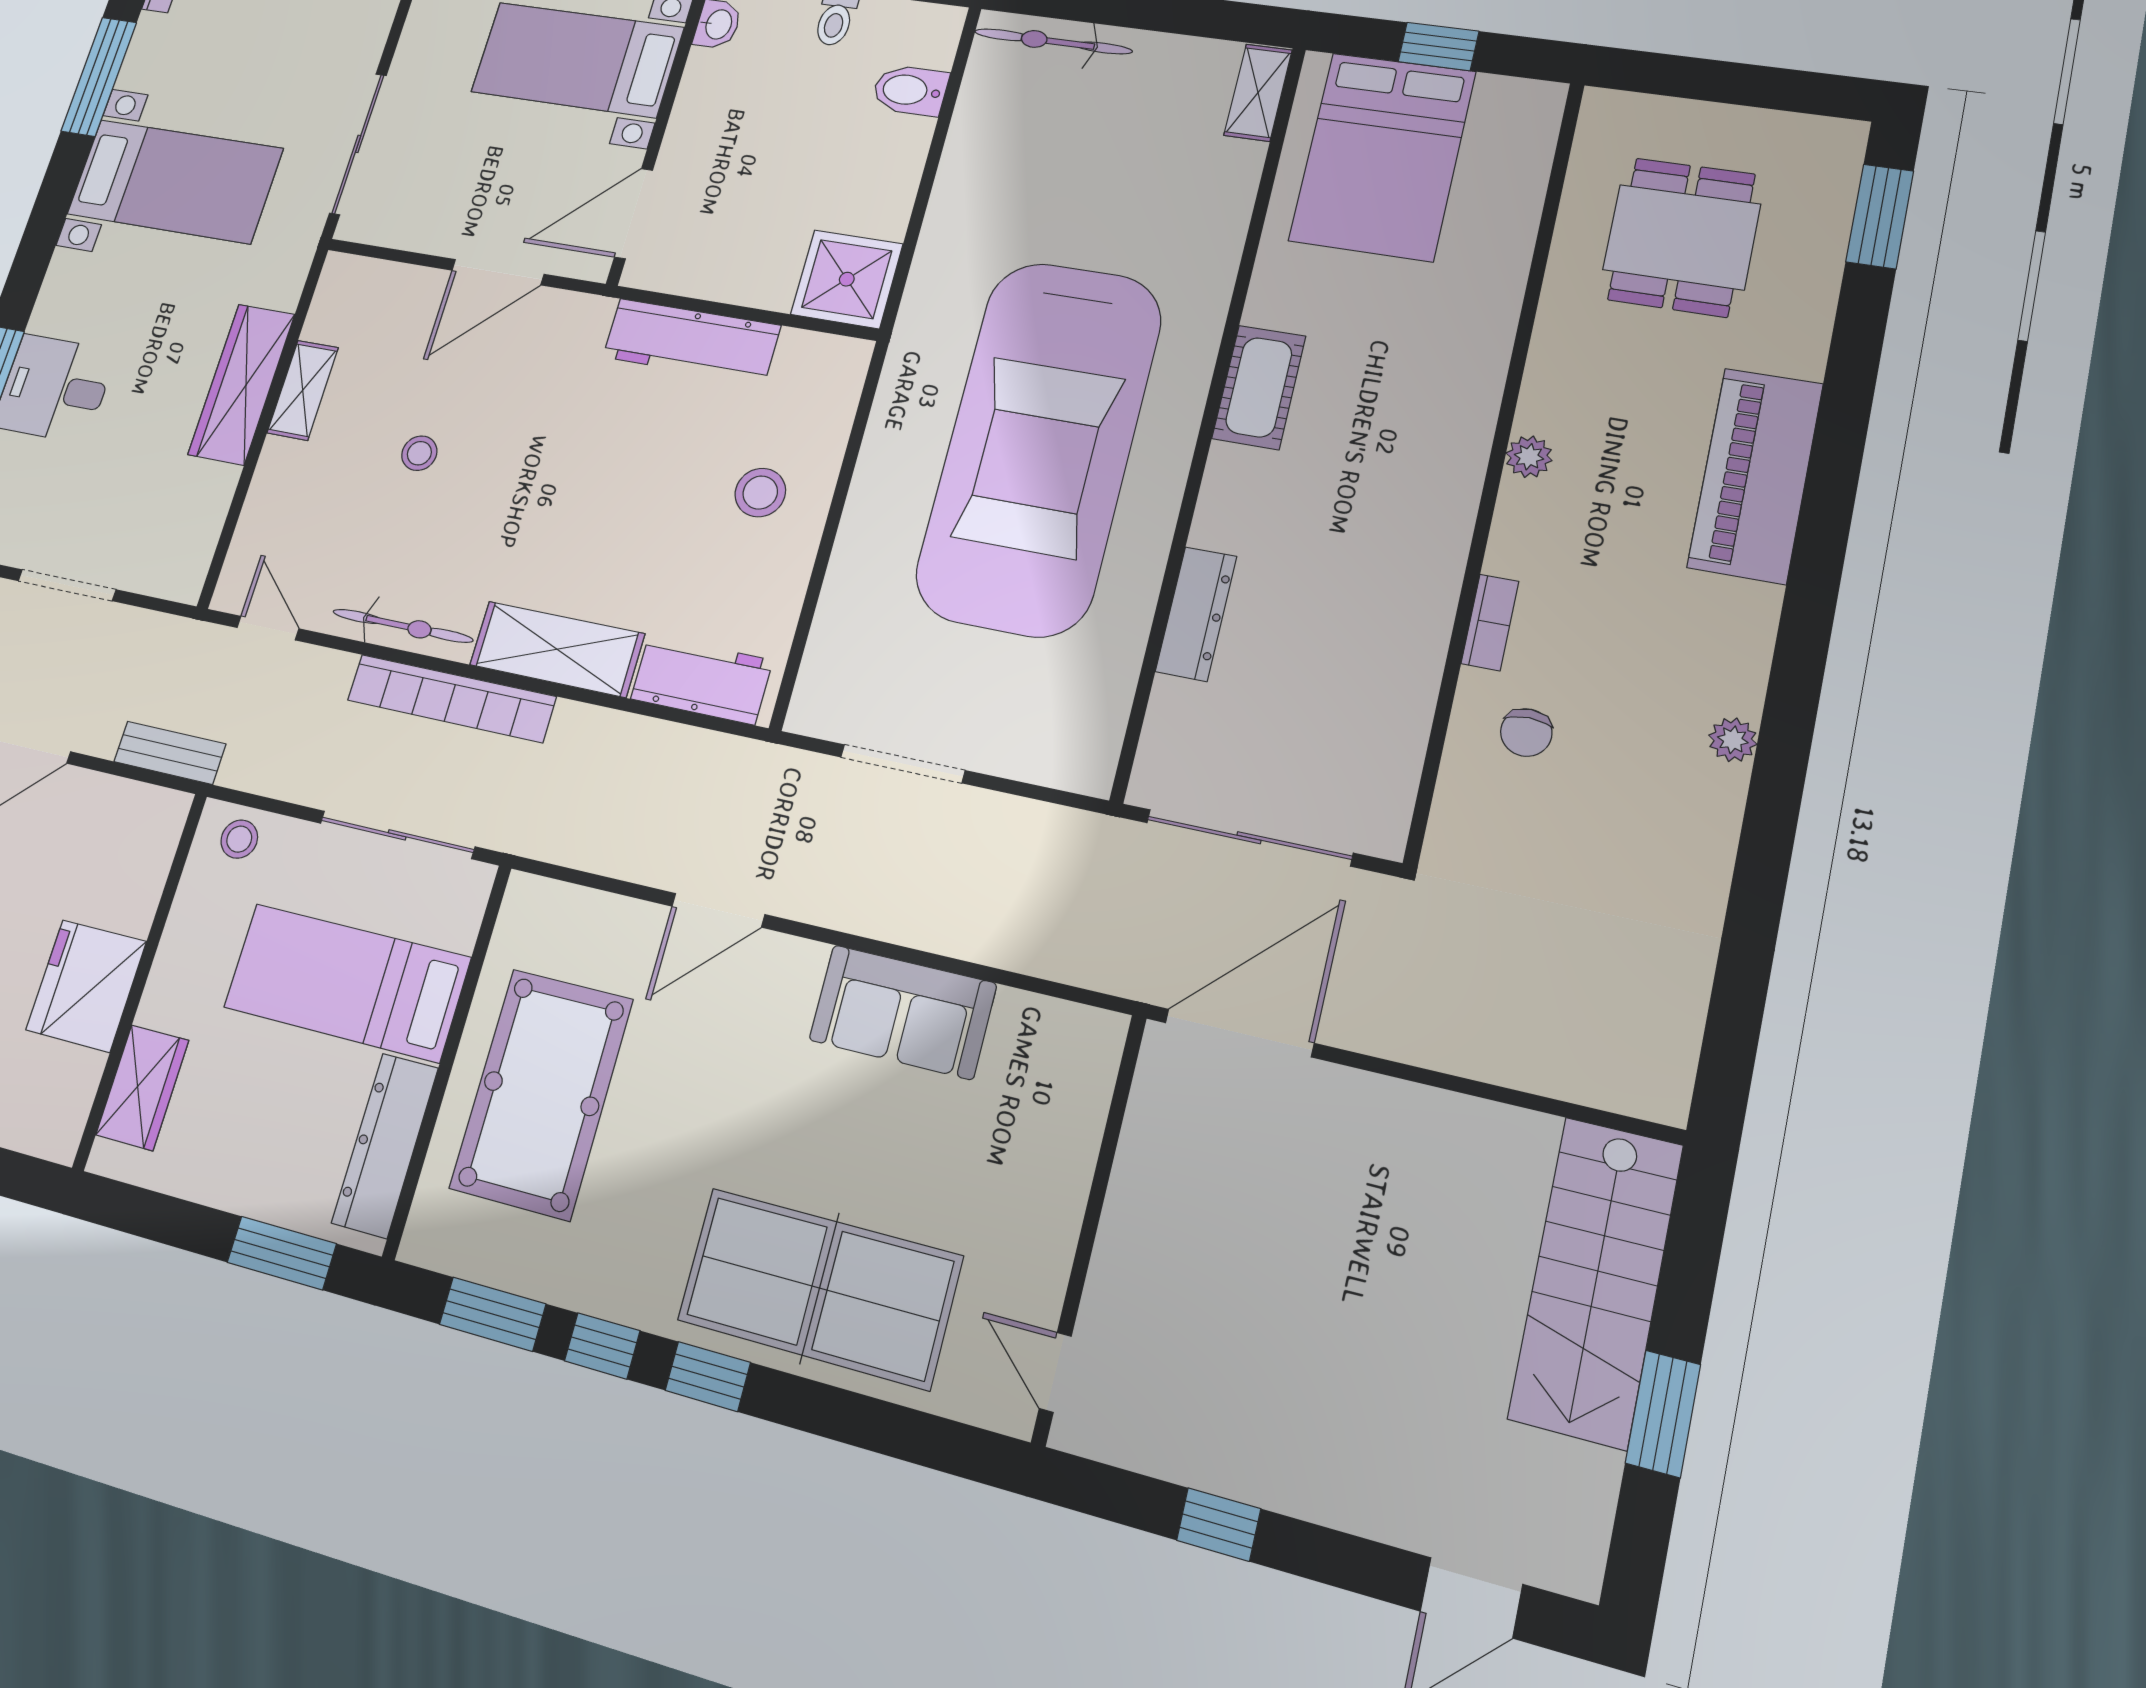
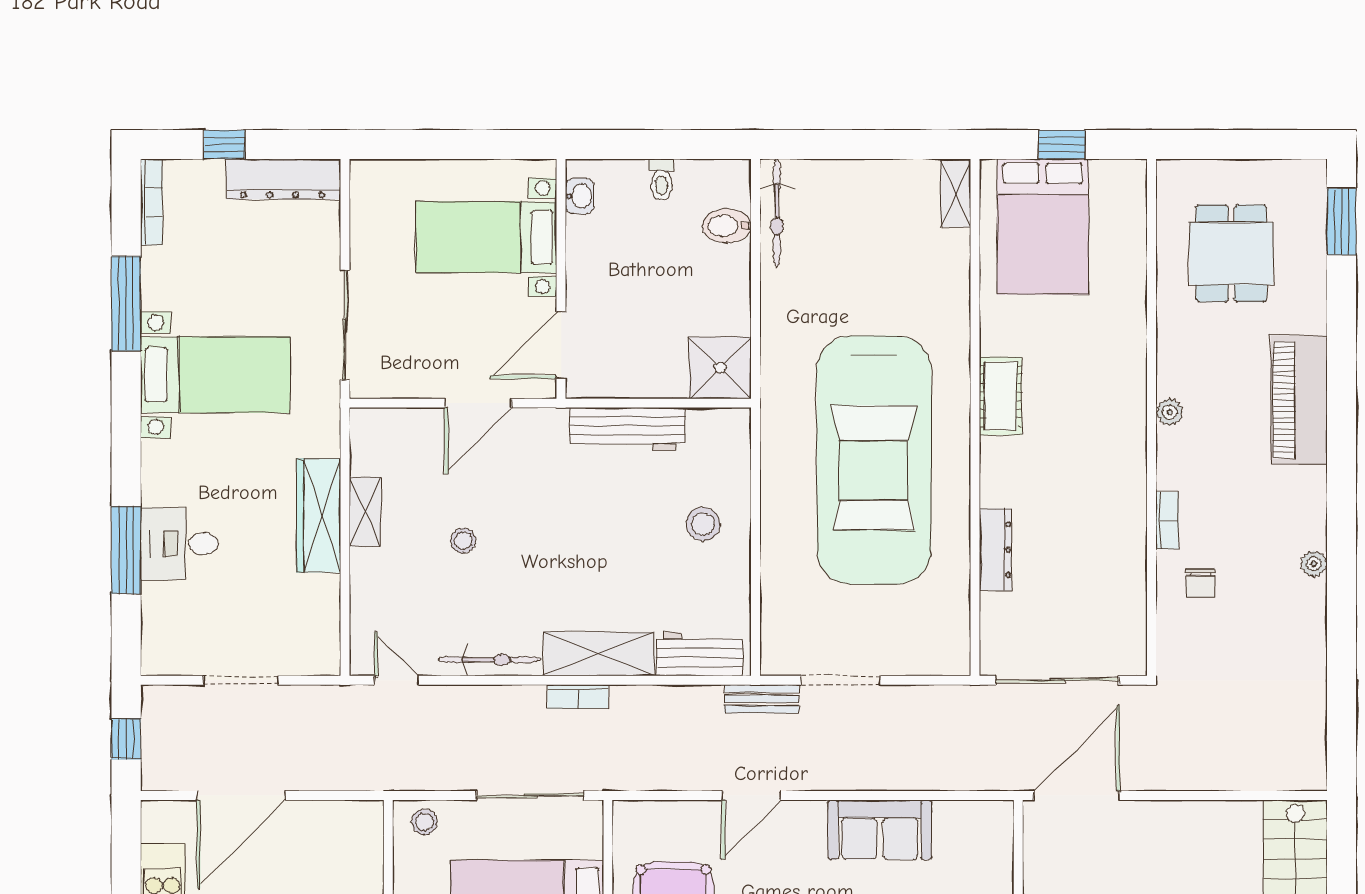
bicycle: (1053, 41) -> (777, 213), moved, turned -90
bookcase: (451, 698) -> (578, 697), width x0.43, depth x0.76
bench: (170, 753) -> (762, 699), moved

